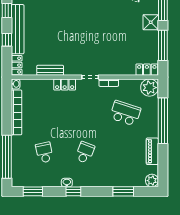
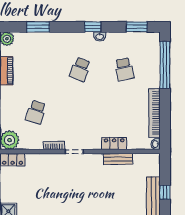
locker: (17, 65) -> (154, 165), removed
locker: (65, 85) -> (114, 143), moved
school desk: (125, 113) -> (36, 112), width x0.54

